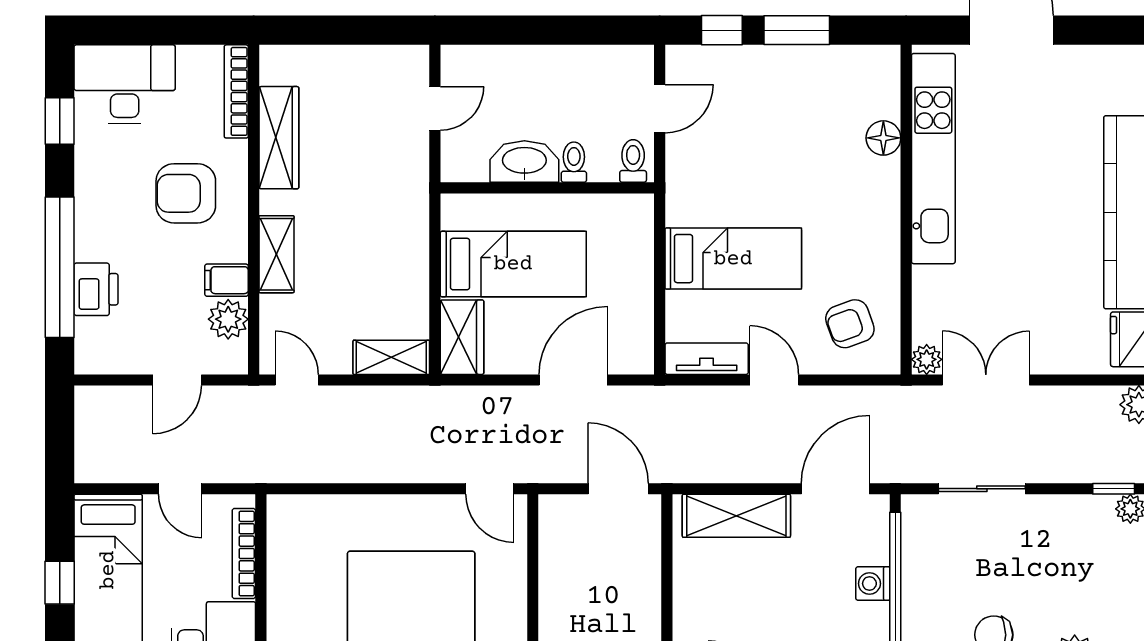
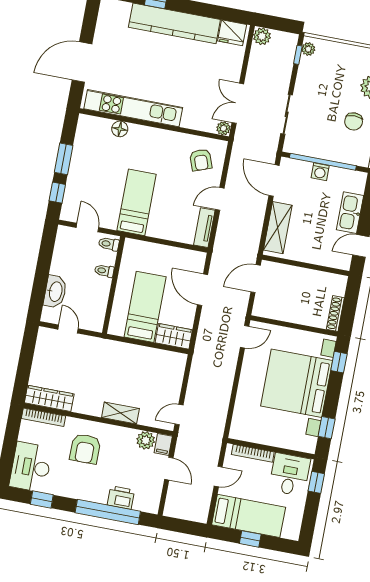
wardrobe: (279, 138) -> (49, 398), moved
washbasin: (524, 162) -> (55, 292), moved, turned 180
bed: (733, 259) -> (137, 202), moved
filing cabinet: (227, 280) -> (163, 444), moved
shelving: (391, 357) -> (177, 370), removed

